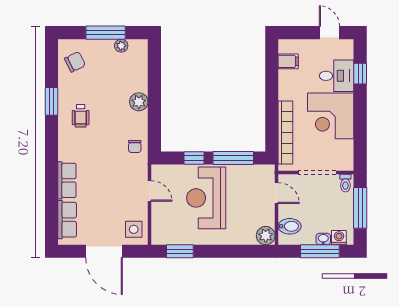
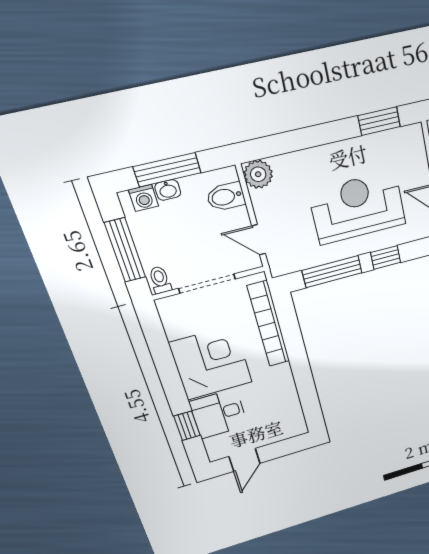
door: (329, 33) -> (245, 460), hinge flipped
filing cabinet: (288, 61) -> (289, 411), removed
reception desk: (206, 198) -> (358, 208), turned -90

